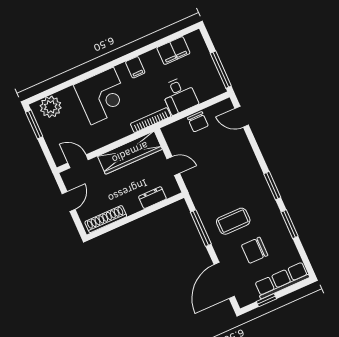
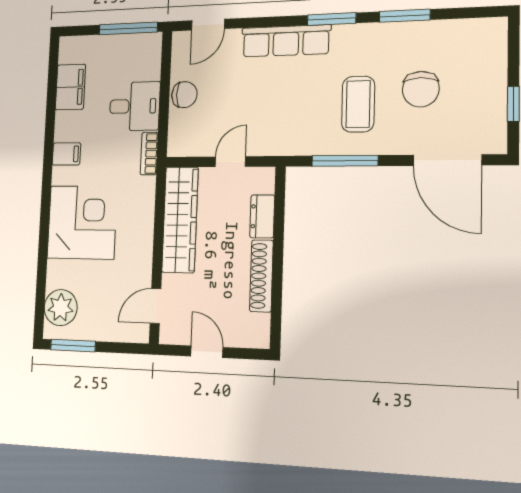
bookcase: (151, 120) -> (149, 154), width x0.64
shoe rack: (106, 219) -> (261, 276), moved
row of seats: (282, 280) -> (286, 41), moved, turned -90

